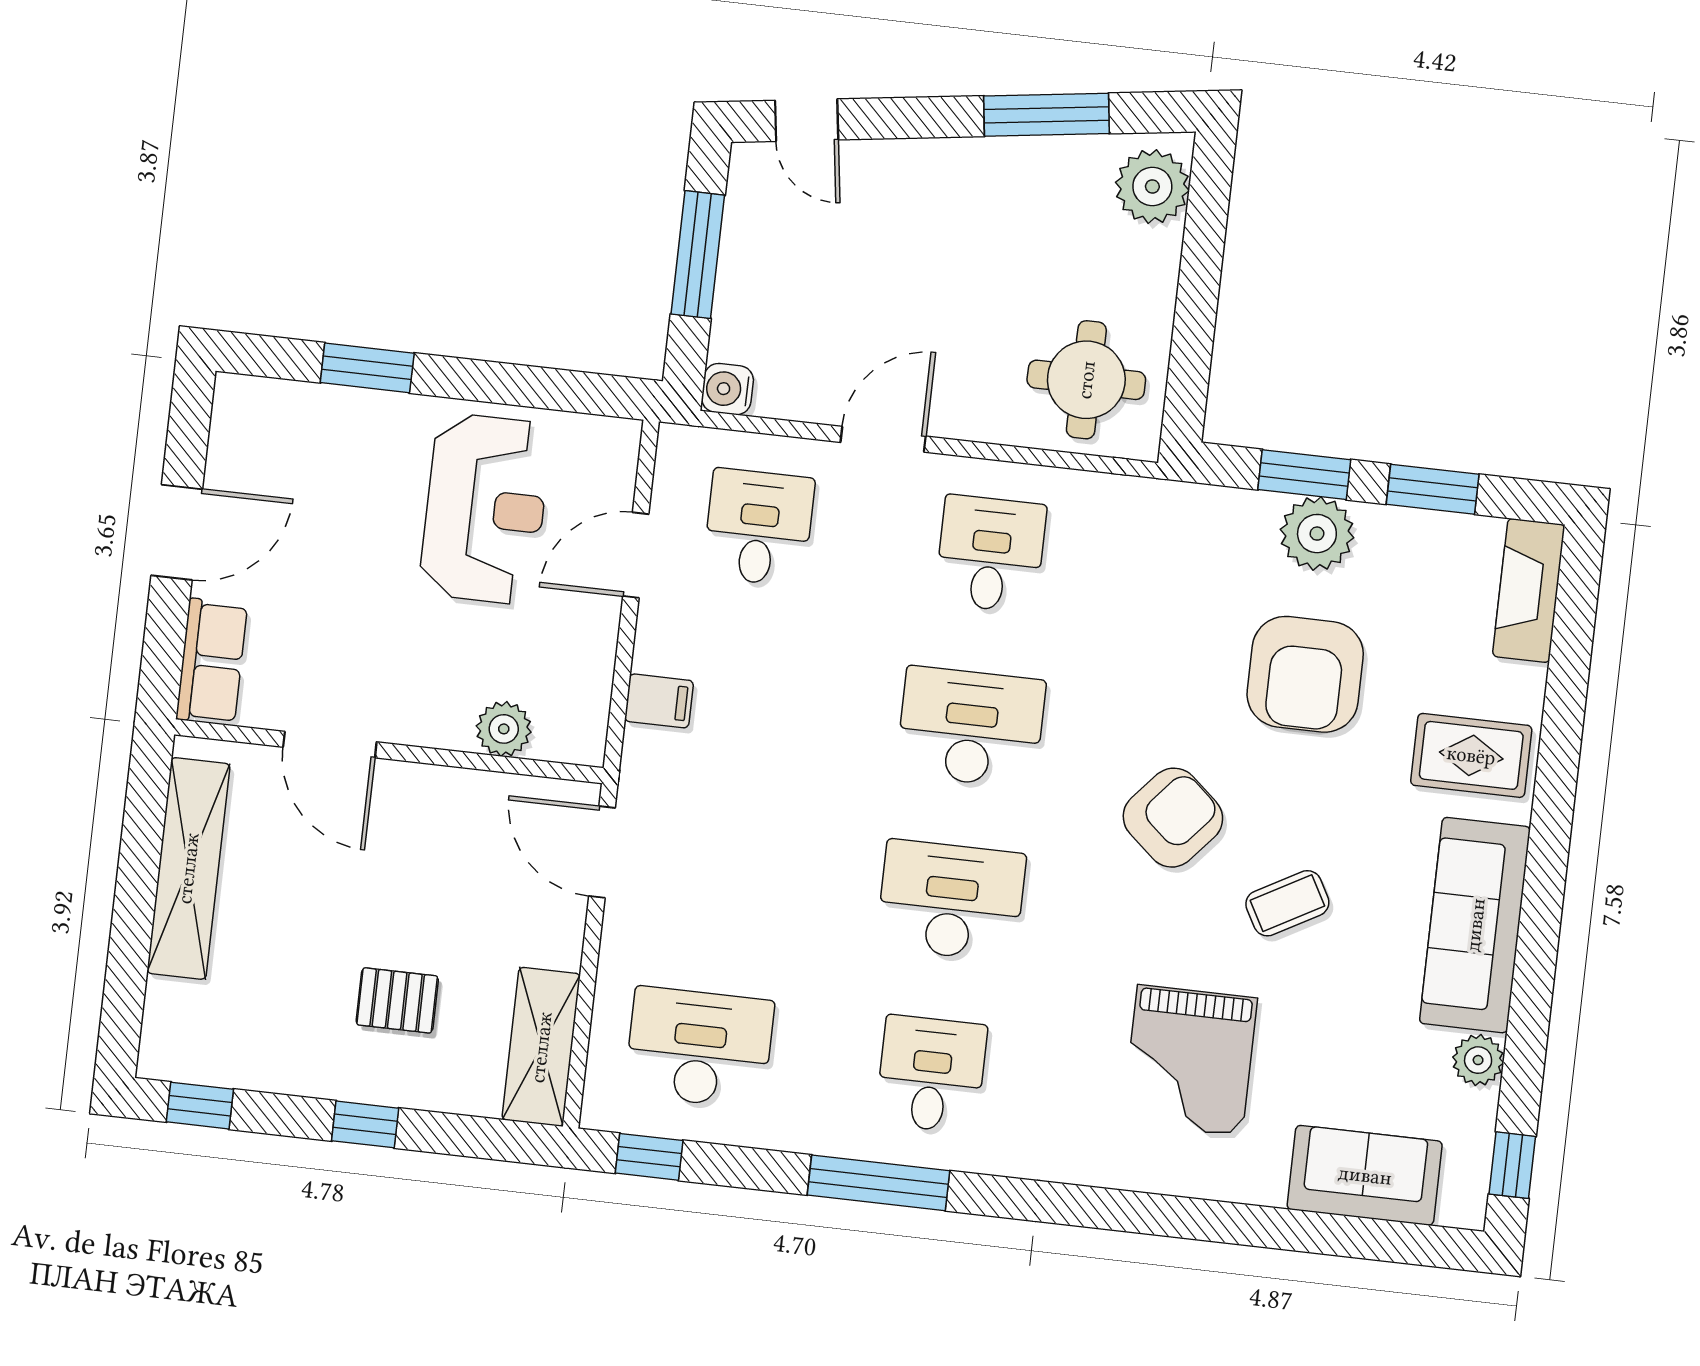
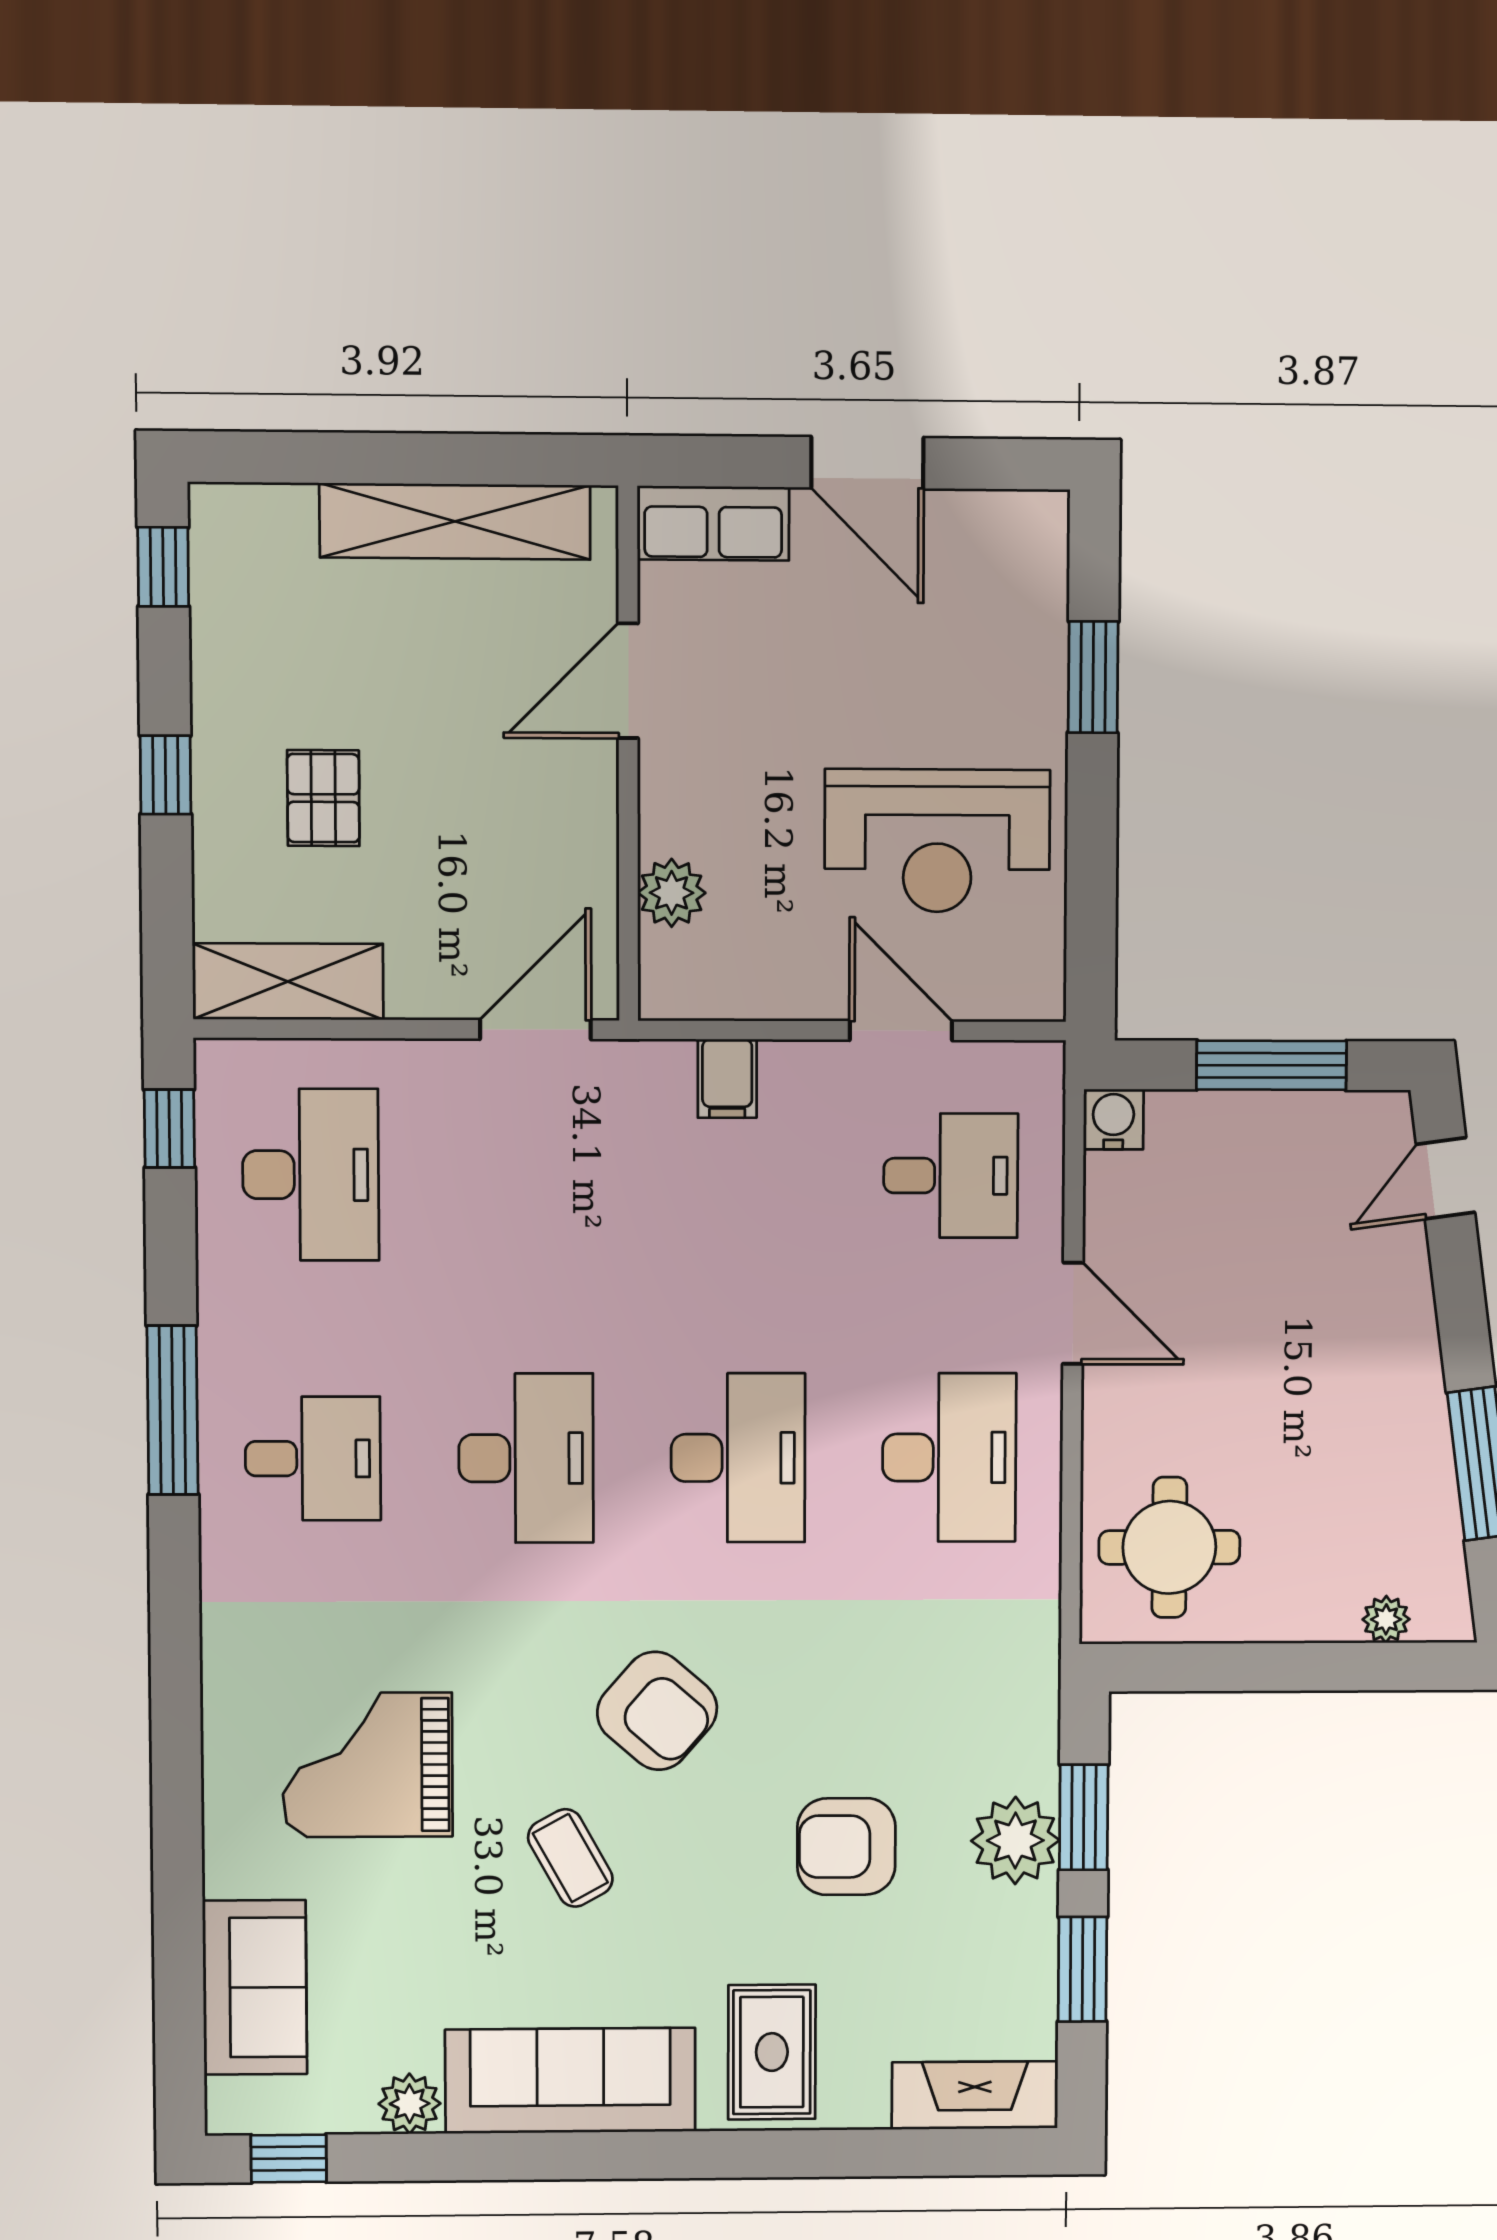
plant: (1152, 187) -> (1386, 1619), width x0.53, depth x0.53
desk: (990, 554) -> (949, 1457), width x1.37
armchair: (1305, 674) -> (846, 1846), width x0.73, depth x0.73

